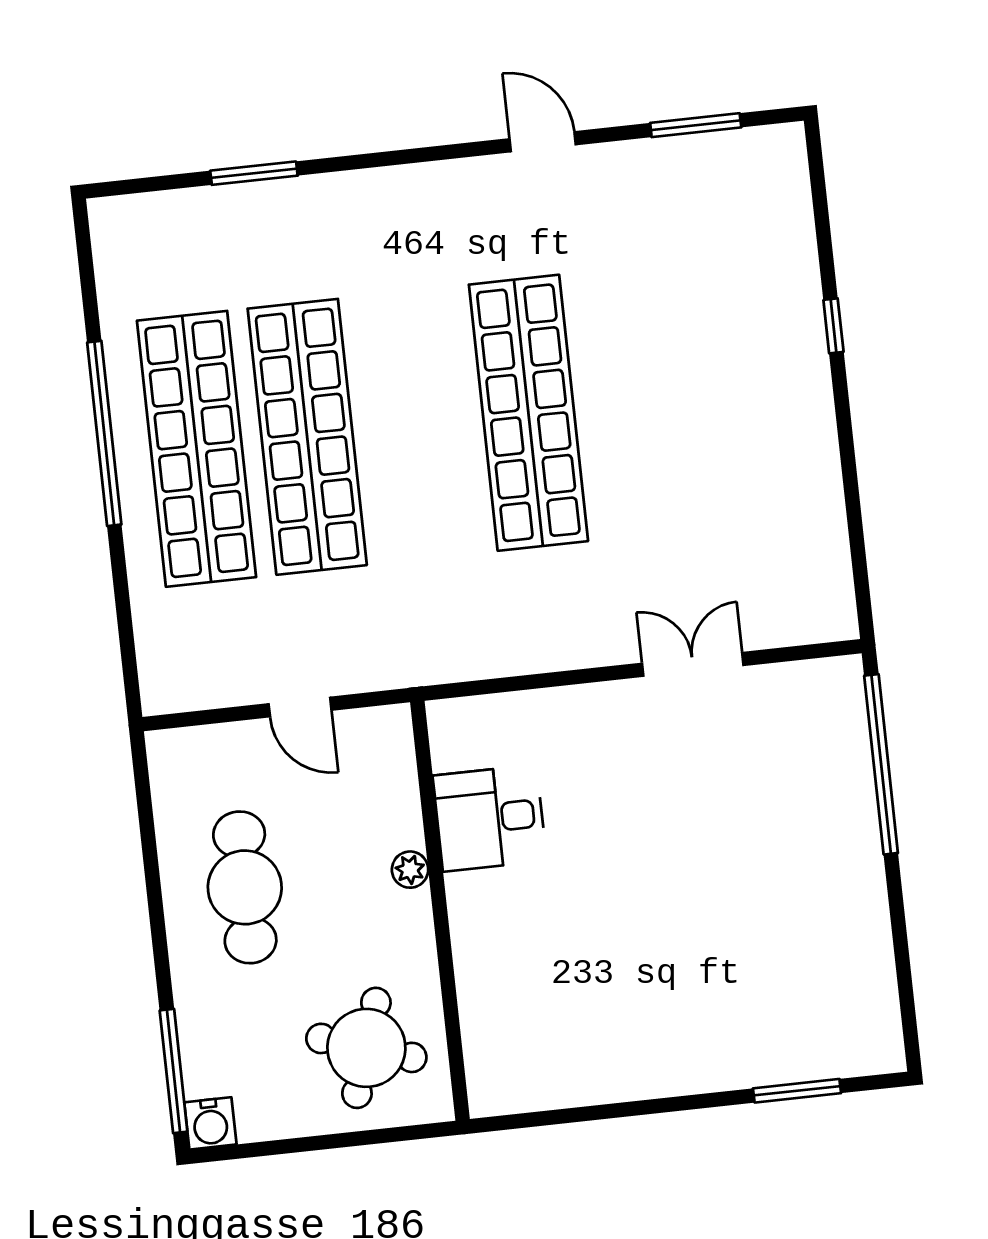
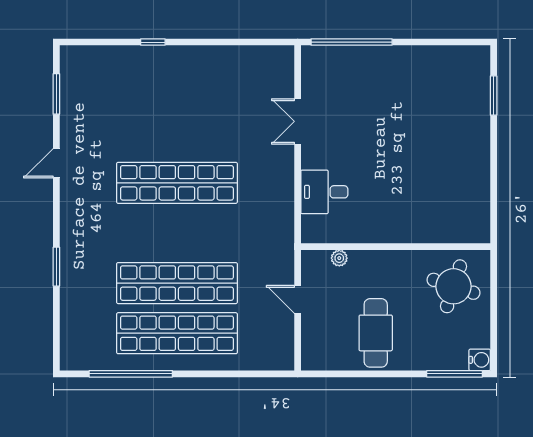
window: (254, 173) -> (56, 267), moved
window: (104, 433) -> (131, 374), moved
door: (300, 707) -> (298, 299), swing flipped
desk: (490, 818) -> (324, 192), moved, turned 90
plant: (410, 870) -> (339, 258), moved
cafe table: (245, 887) -> (376, 333), turned 90

